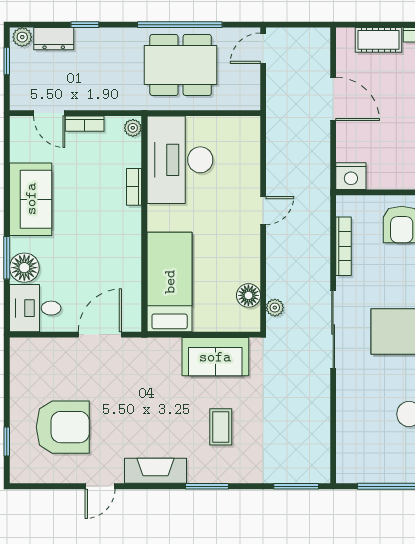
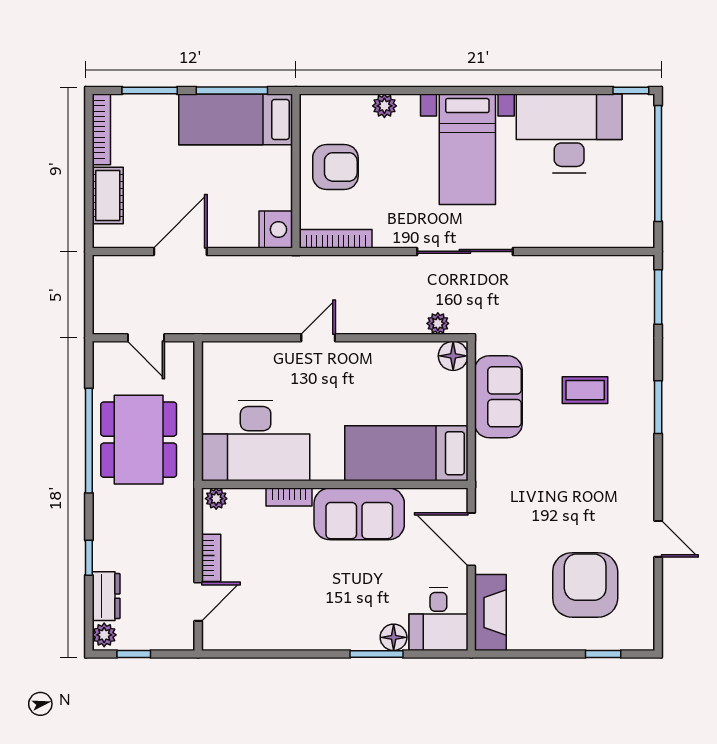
door: (263, 48) -> (146, 338), moved
sofa: (31, 199) -> (359, 514), moved, turned 180
door: (263, 210) -> (318, 338), hinge flipped
bookcase: (343, 246) -> (336, 239), moved
floor lamp: (24, 268) -> (394, 637), width x0.73, depth x0.73
floor lamp: (248, 295) -> (453, 356), moved
fireplace: (155, 471) -> (490, 613), moved, turned 180

